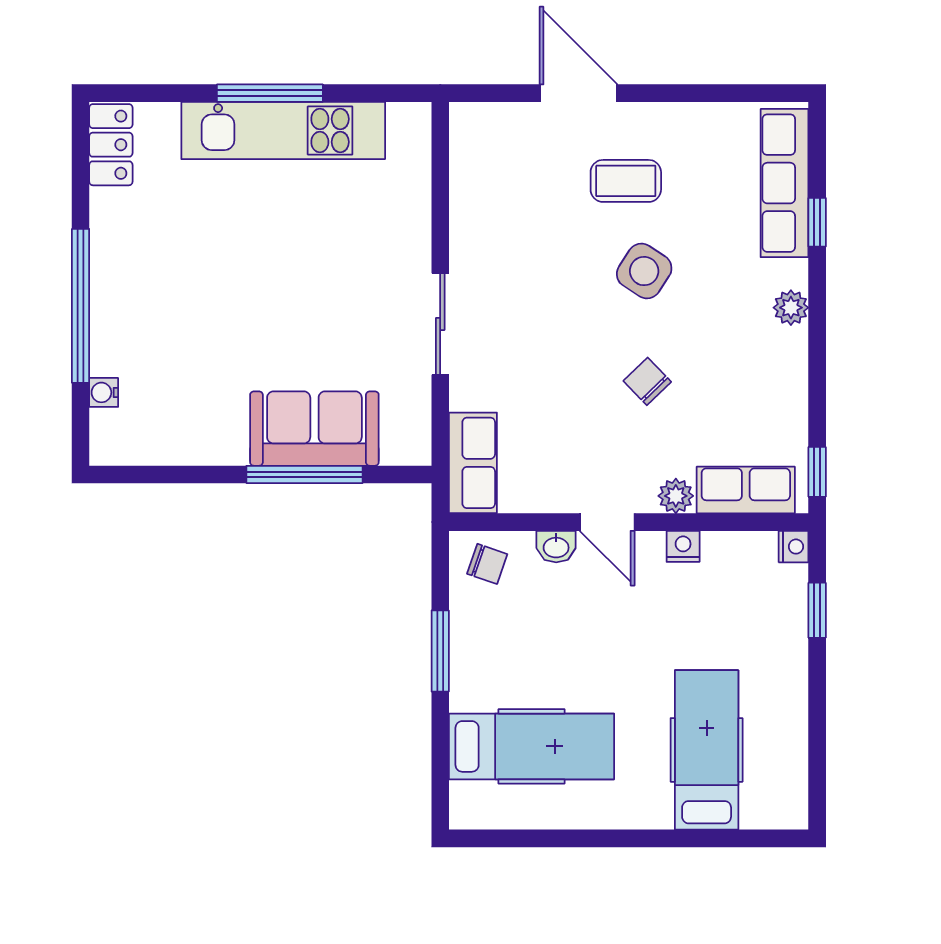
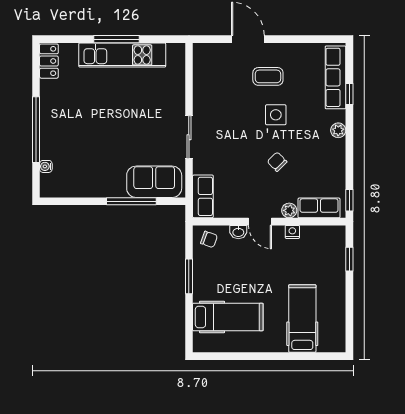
side table: (644, 271) -> (276, 115), turned -33
sofa: (314, 429) -> (154, 182), moved
nightstand: (794, 547) -> (339, 232), removed

